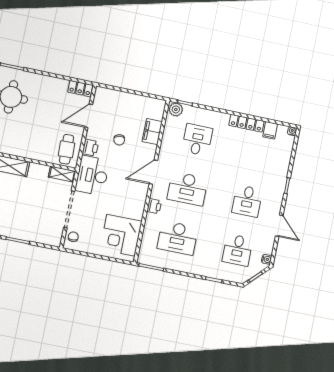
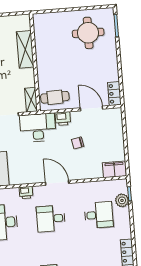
plant: (176, 109) -> (122, 200), moved
filing cabinet: (152, 132) -> (114, 169), moved
desk: (187, 189) -> (51, 219), width x0.73

